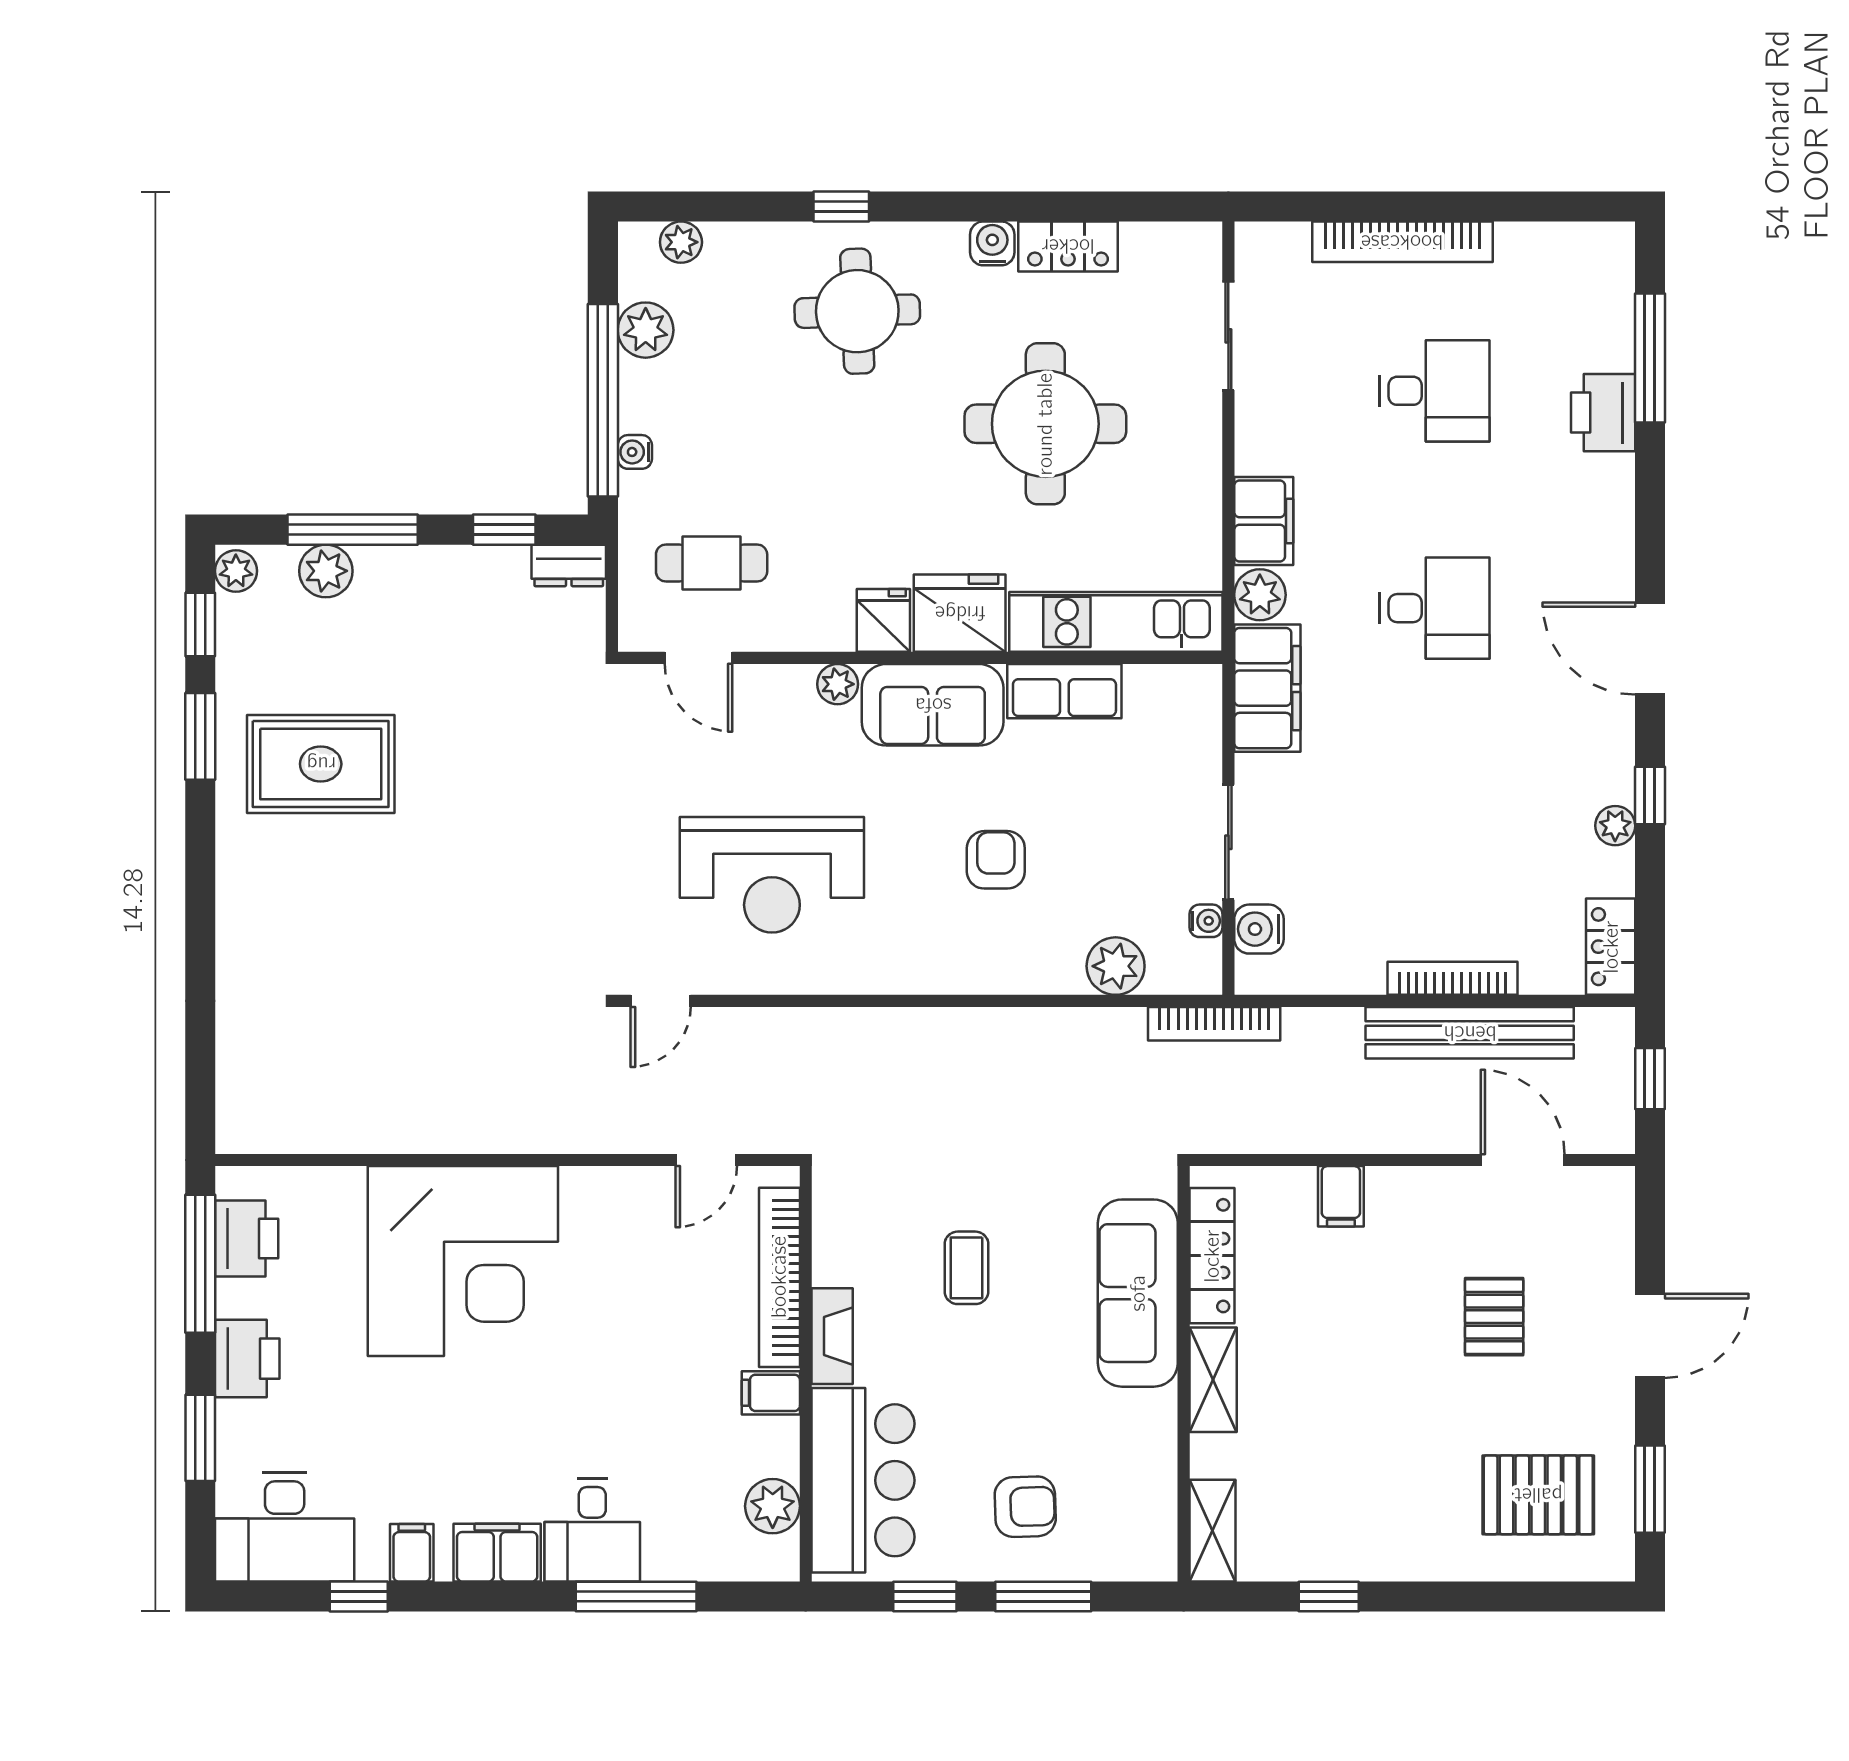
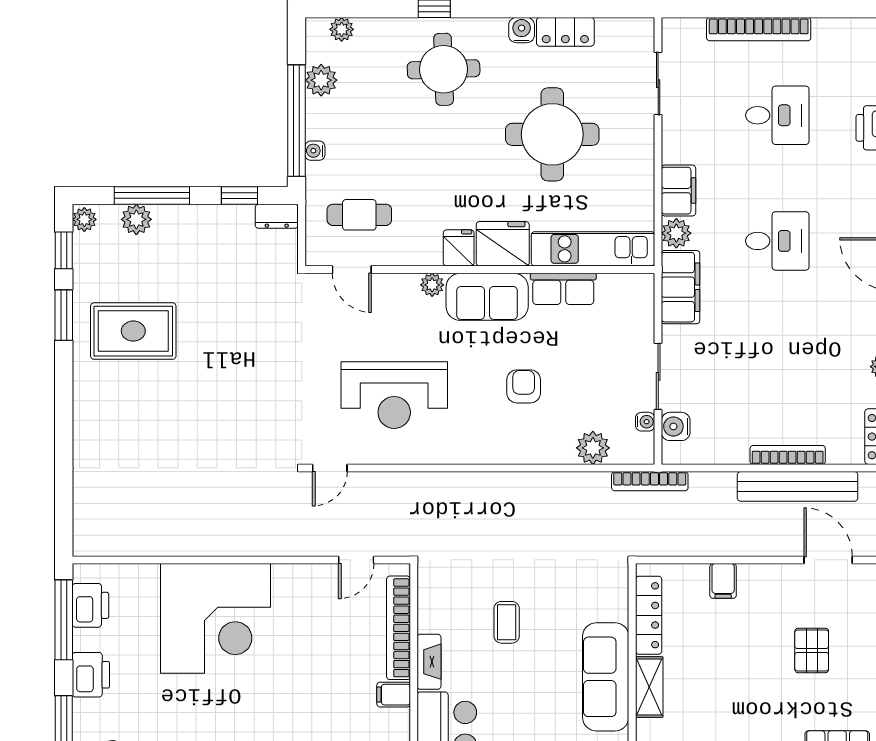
sofa: (1138, 1293) -> (606, 677), moved

